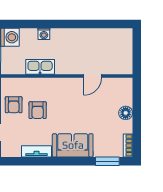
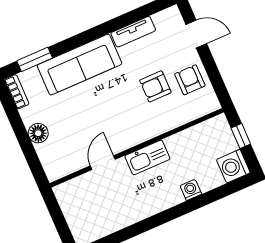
kitchen sink: (40, 67) -> (147, 157), moved
armchair: (38, 110) -> (155, 86), turned -90
sofa: (73, 145) -> (80, 65), width x1.36

